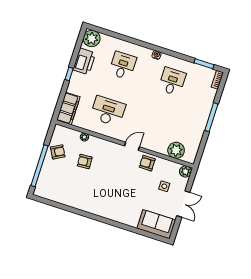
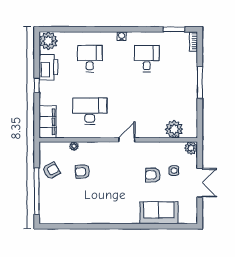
armchair: (147, 163) -> (153, 175), moved
sofa: (156, 224) -> (159, 213), moved

